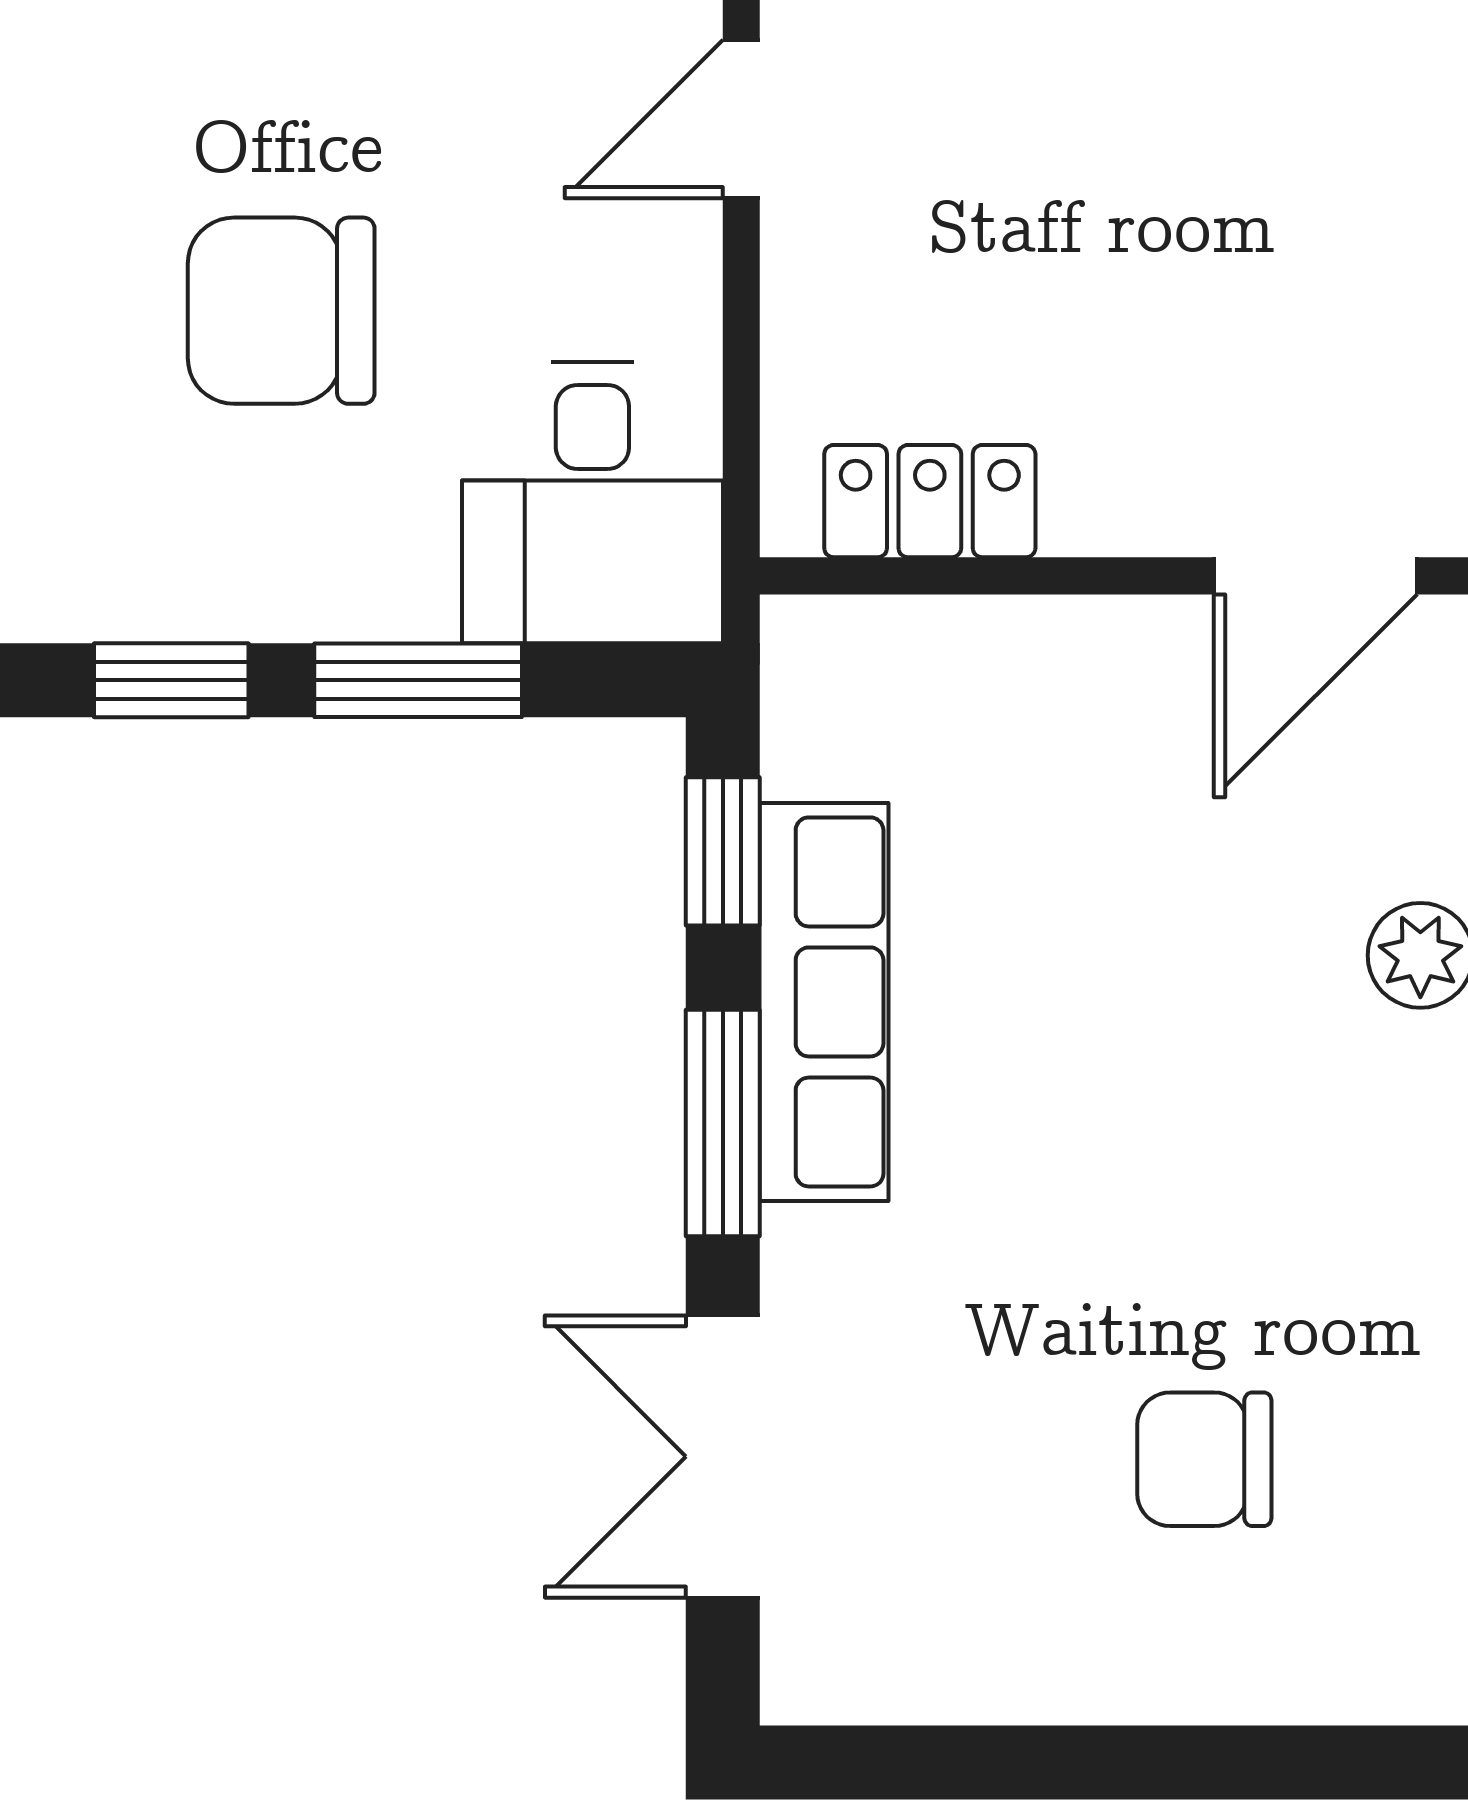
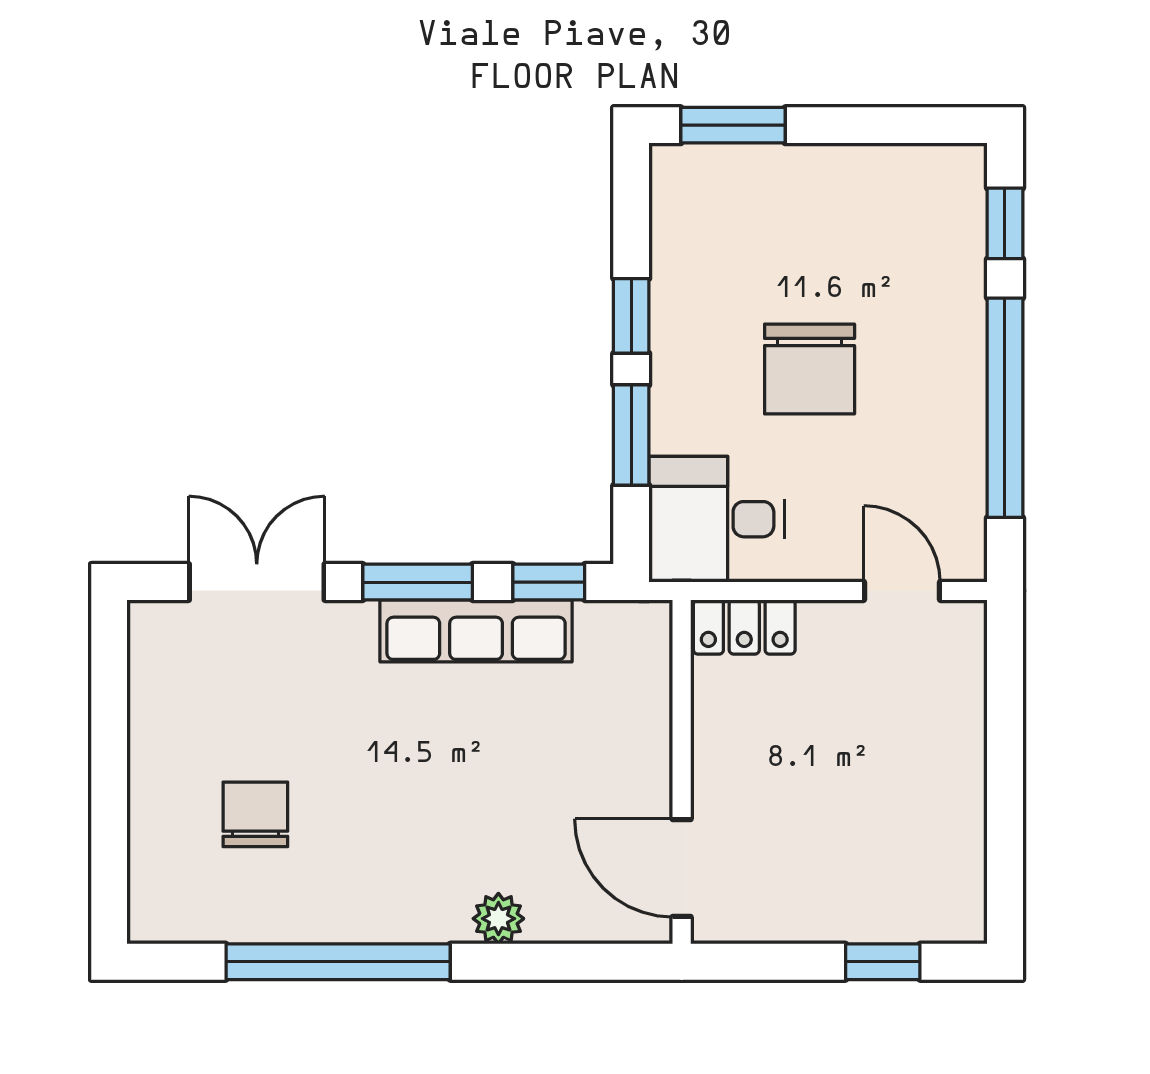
chair: (281, 311) -> (810, 369), turned 180
locker: (930, 501) -> (744, 627), moved, turned 90

